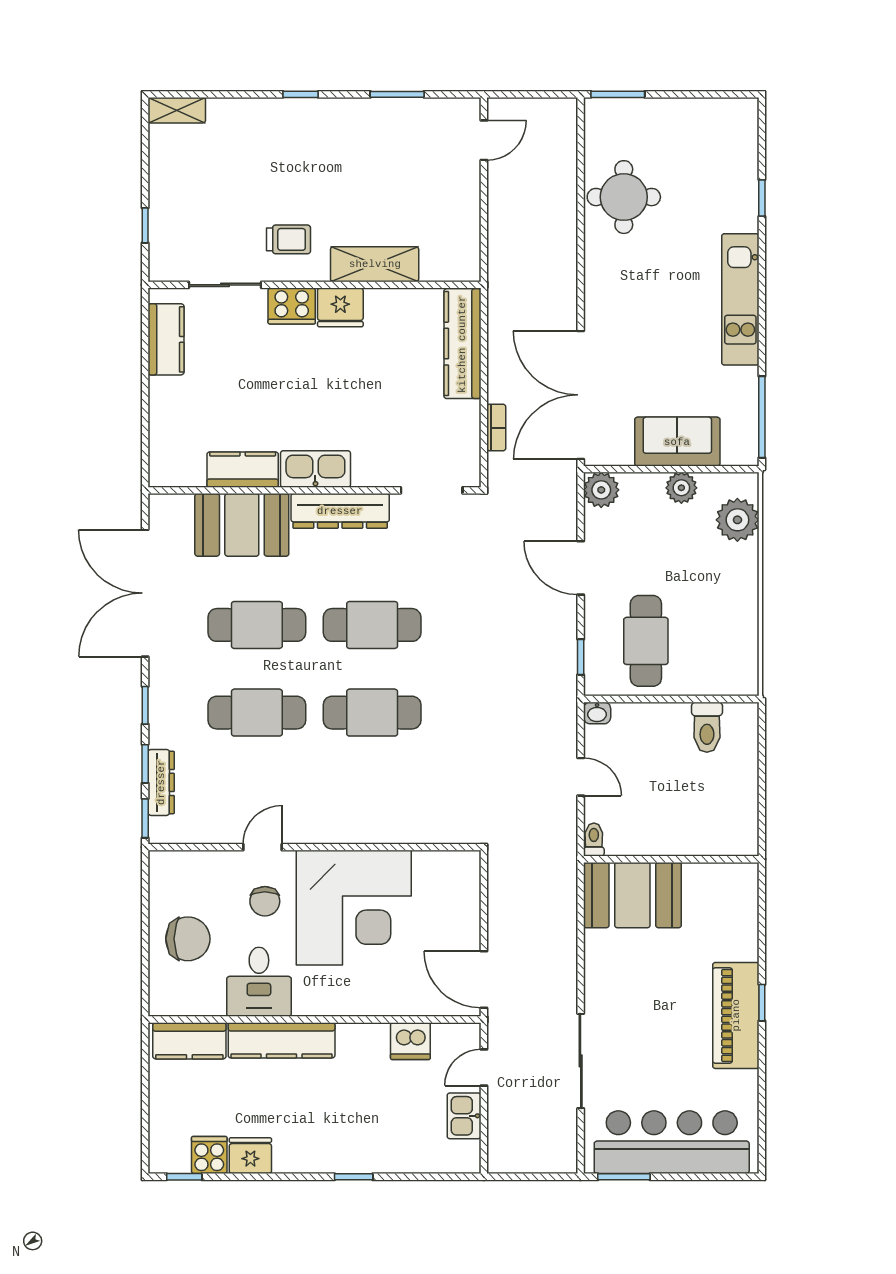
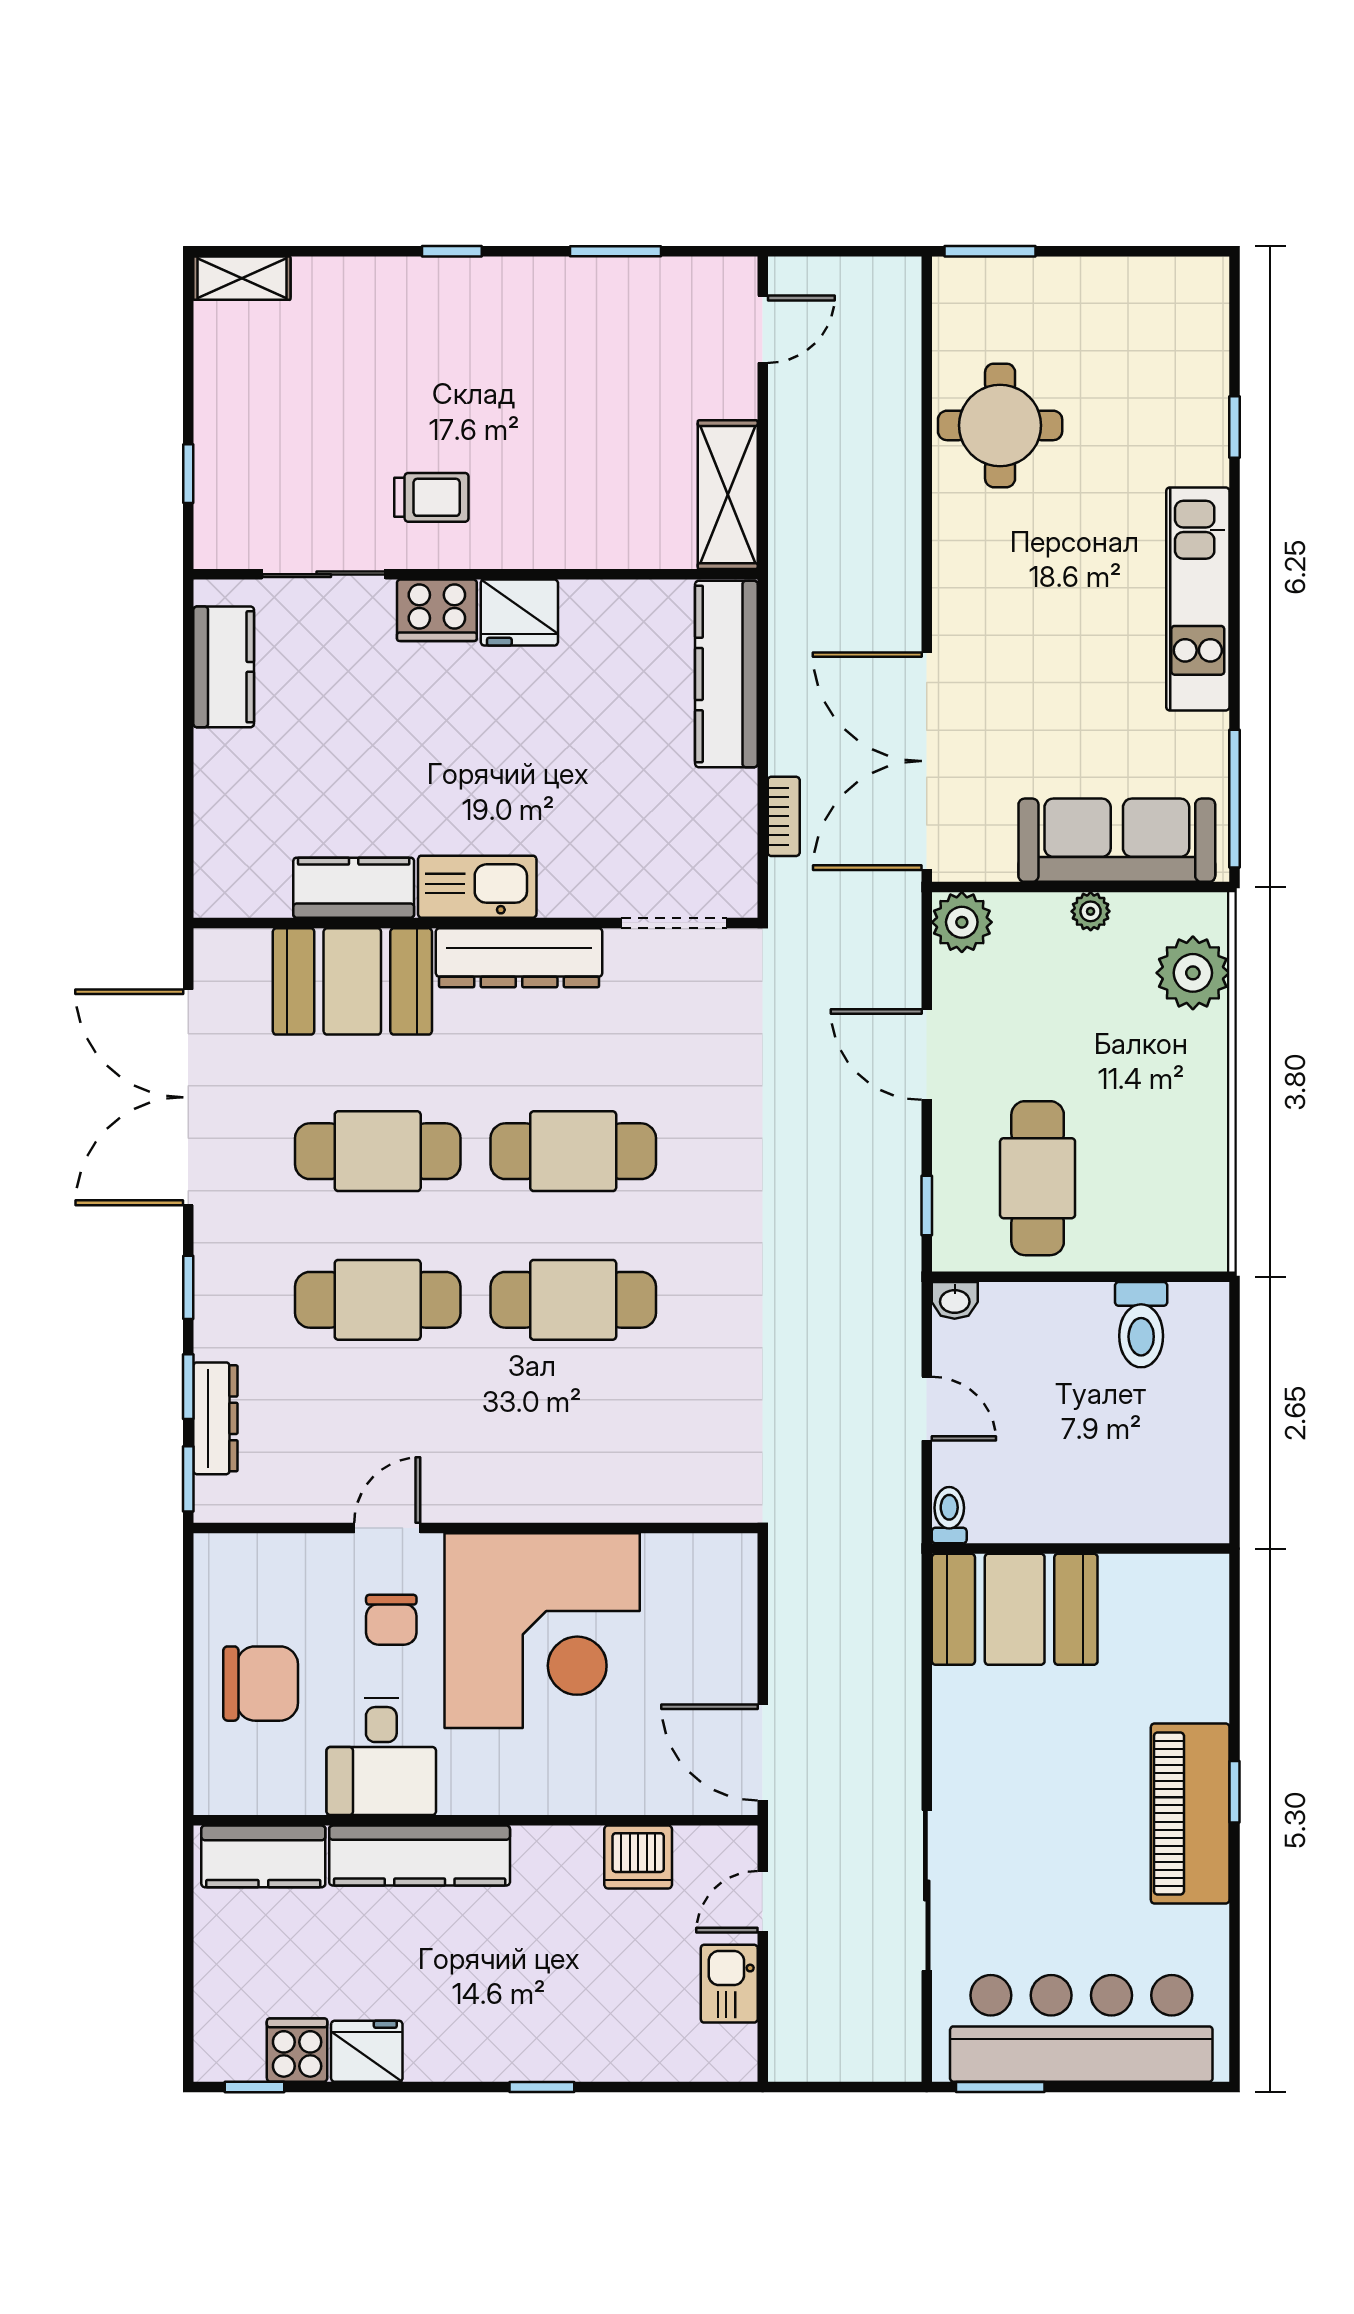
shelving: (375, 264) -> (728, 495), moved, turned 90
sofa: (677, 442) -> (1117, 840), width x1.36
plant: (681, 488) -> (1091, 911), width x0.73, depth x0.73

